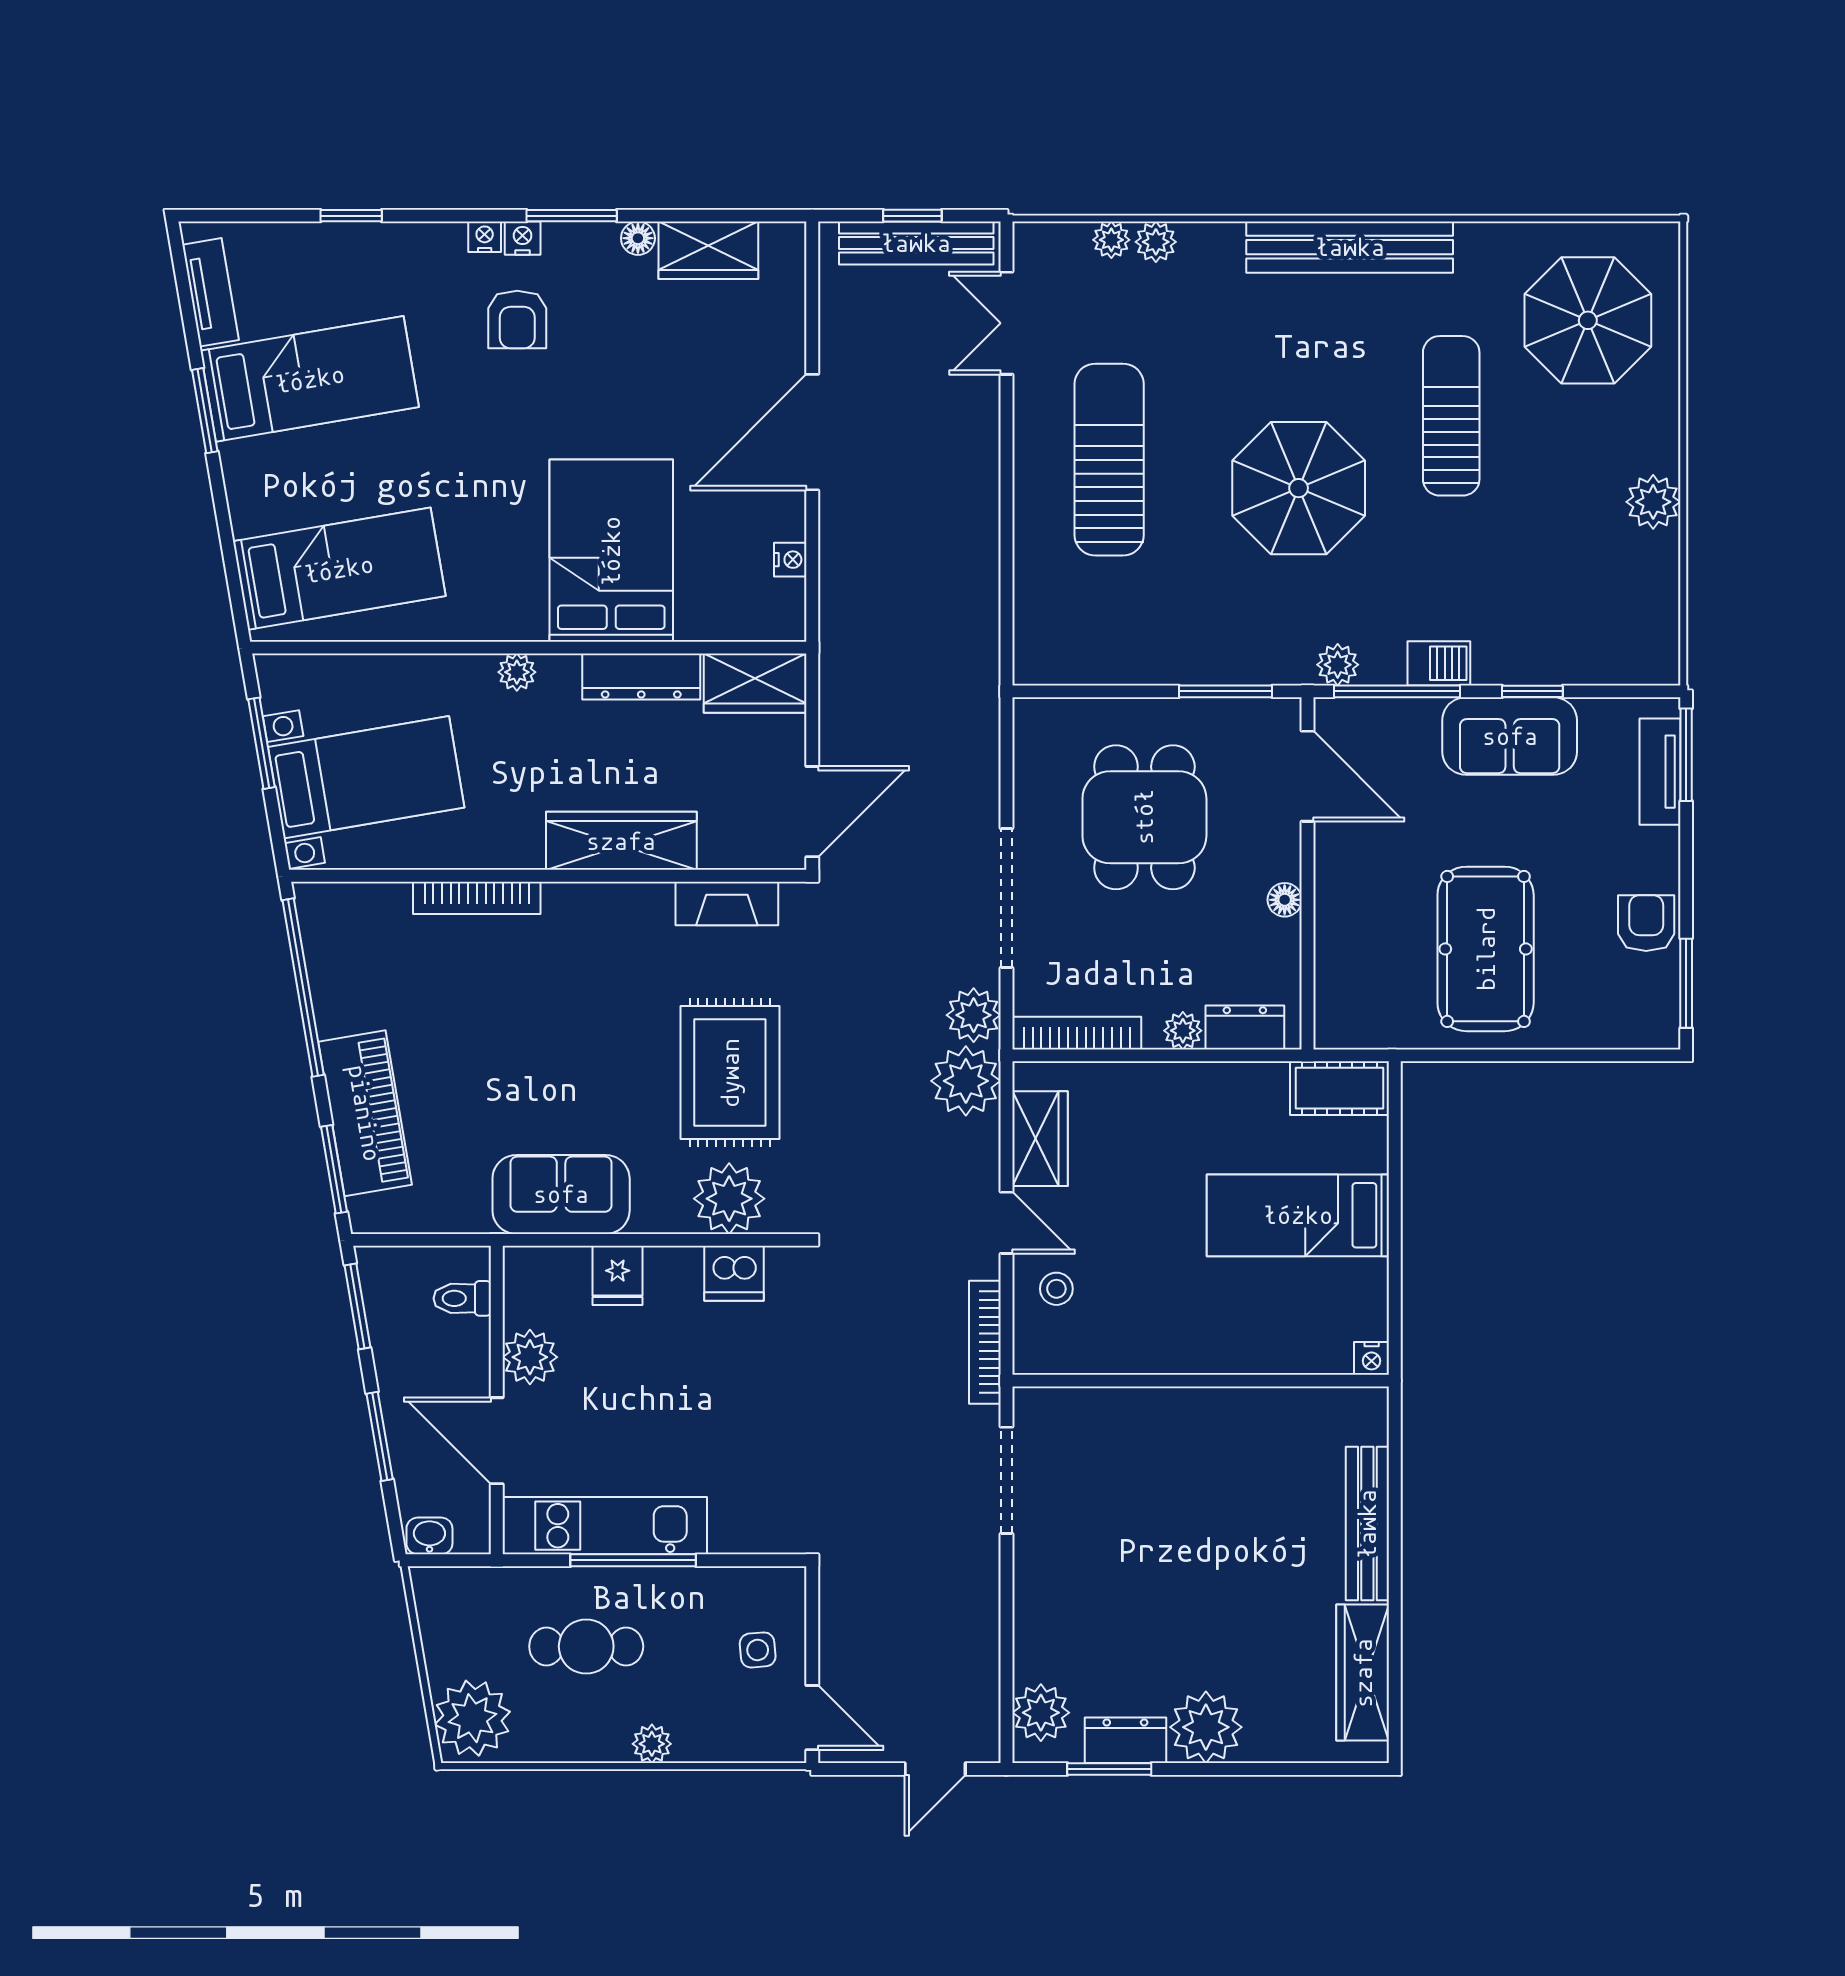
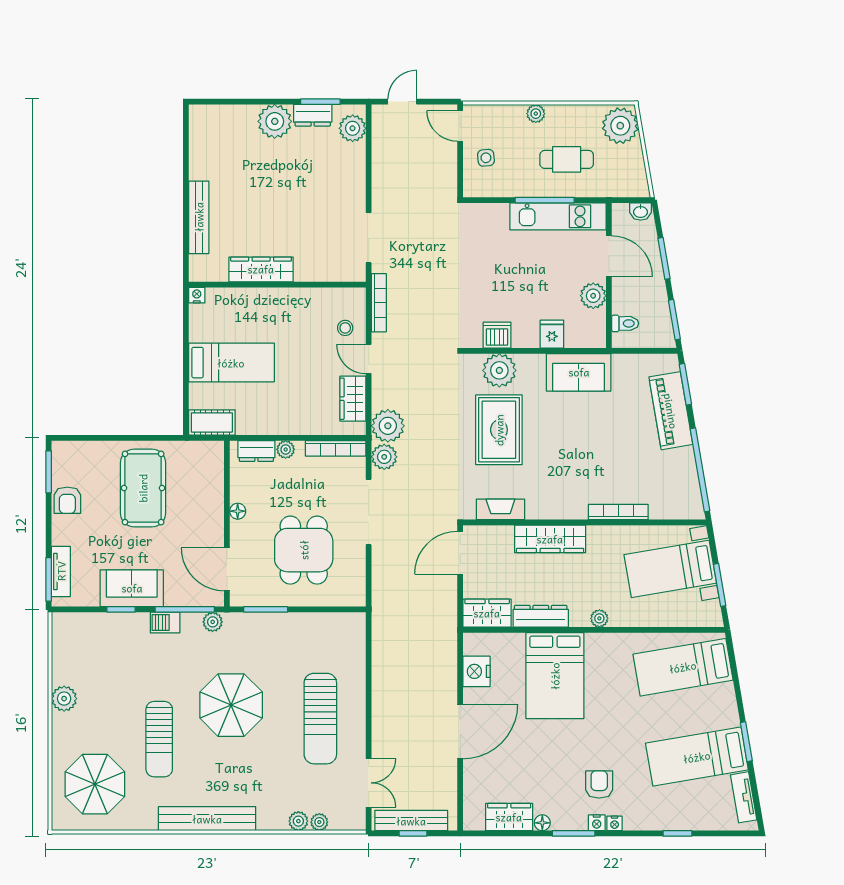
nightstand: (790, 560) -> (477, 671), width x1.89, depth x1.79
wardrobe: (1363, 1673) -> (261, 269), moved, turned -90

